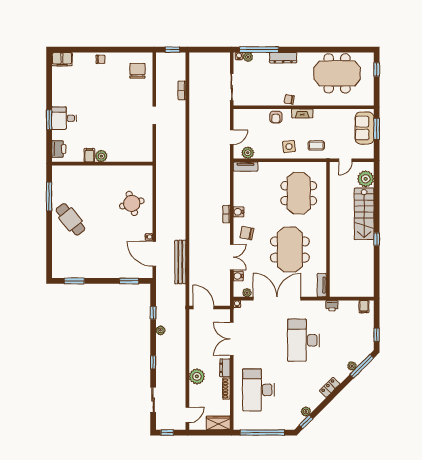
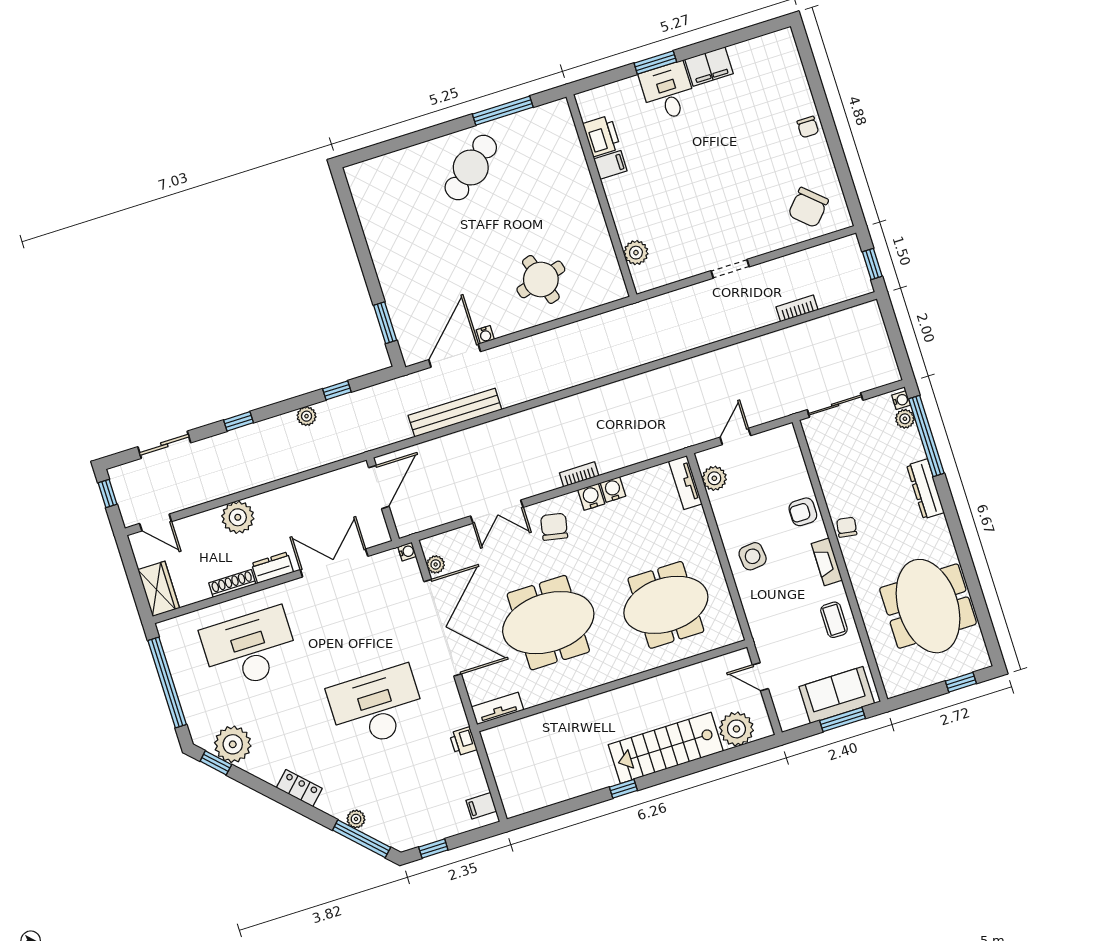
filing cabinet: (62, 59) -> (709, 66), moved, turned -90
chair: (137, 71) -> (808, 207), turned 132
door: (232, 137) -> (735, 436), swing flipped
coffee table: (316, 145) -> (834, 620), moved
printer: (59, 149) -> (602, 136), moved, turned -90
plant: (101, 156) -> (636, 253), moved
water cooler: (238, 276) -> (613, 489), moved
window: (74, 281) -> (351, 214), removed
plant: (306, 411) -> (233, 744), width x1.88, depth x1.88

